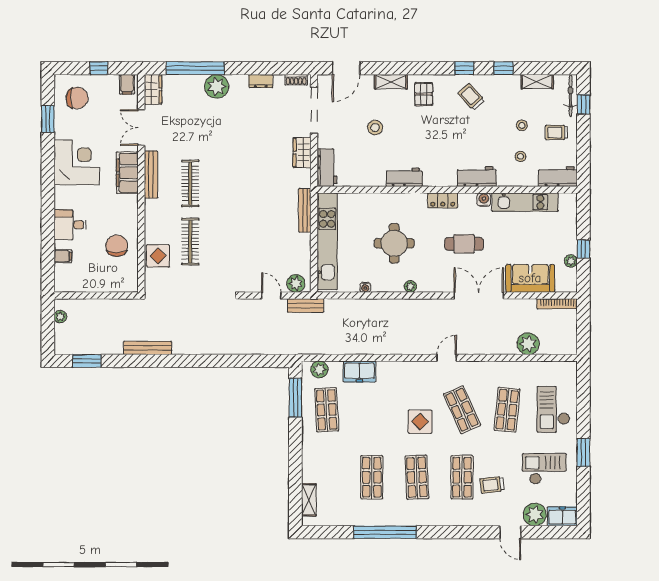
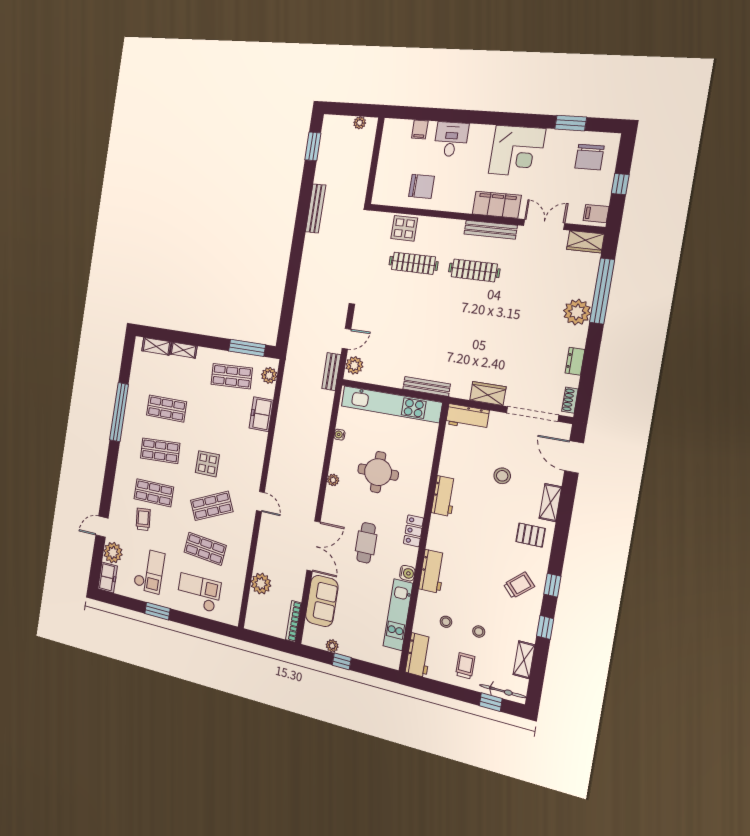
shelving: (308, 468) -> (184, 350), added

